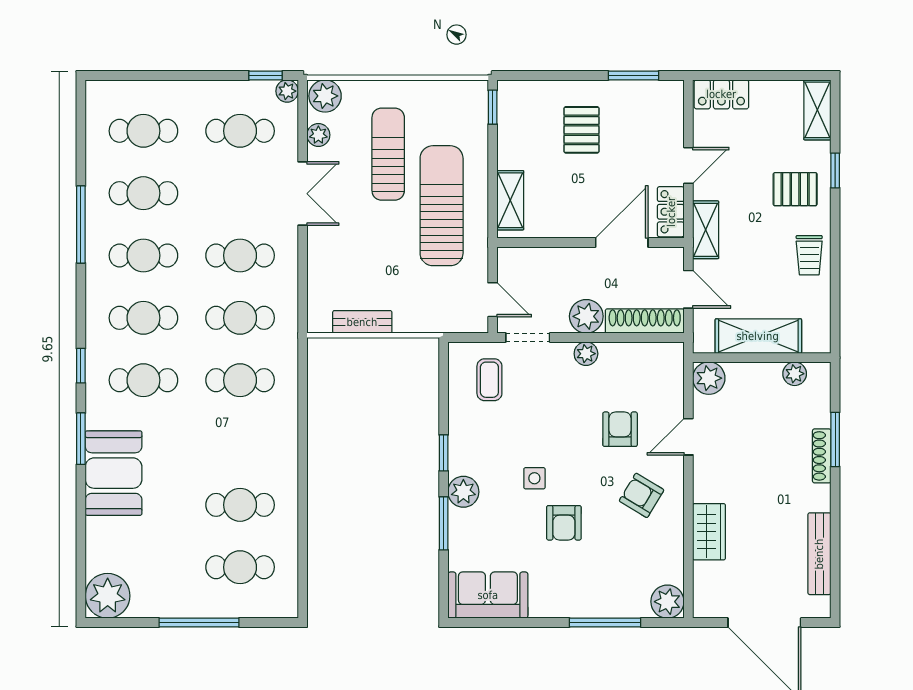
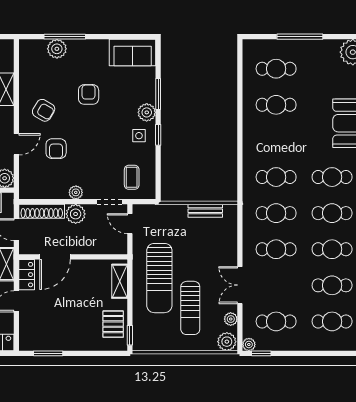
pallet: (582, 130) -> (113, 324), moved
side table: (534, 478) -> (139, 136), moved
plant: (667, 602) -> (57, 49), moved

